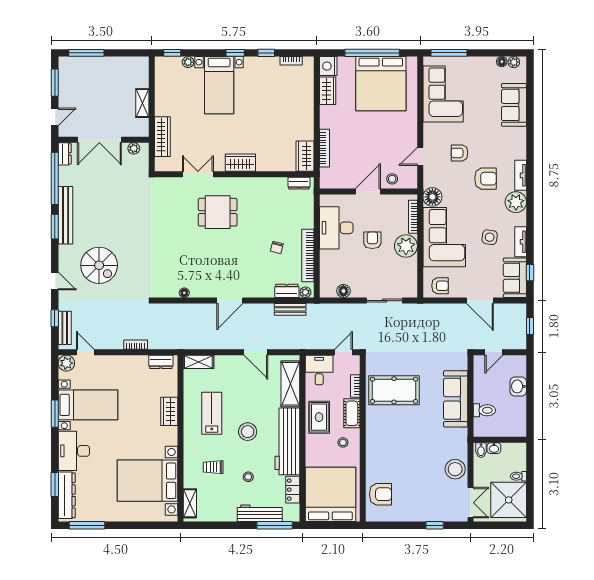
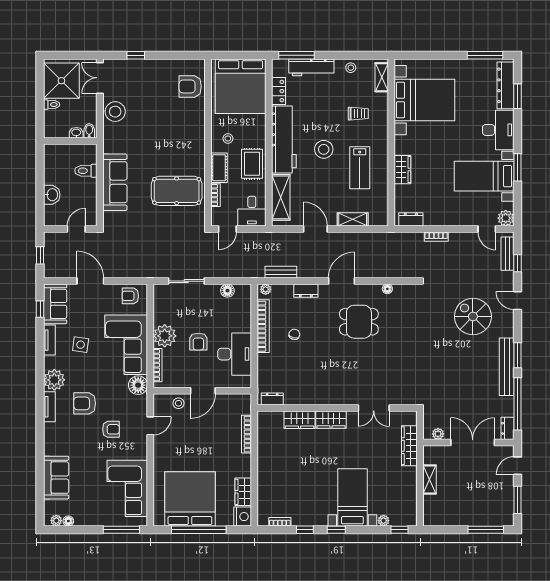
wardrobe: (305, 156) -> (299, 420), moved, turned 90
dining table: (218, 212) -> (359, 322), moved
dresser: (287, 291) -> (306, 291), moved
shelving: (198, 362) -> (353, 219), moved
stool: (248, 477) -> (351, 68), moved

